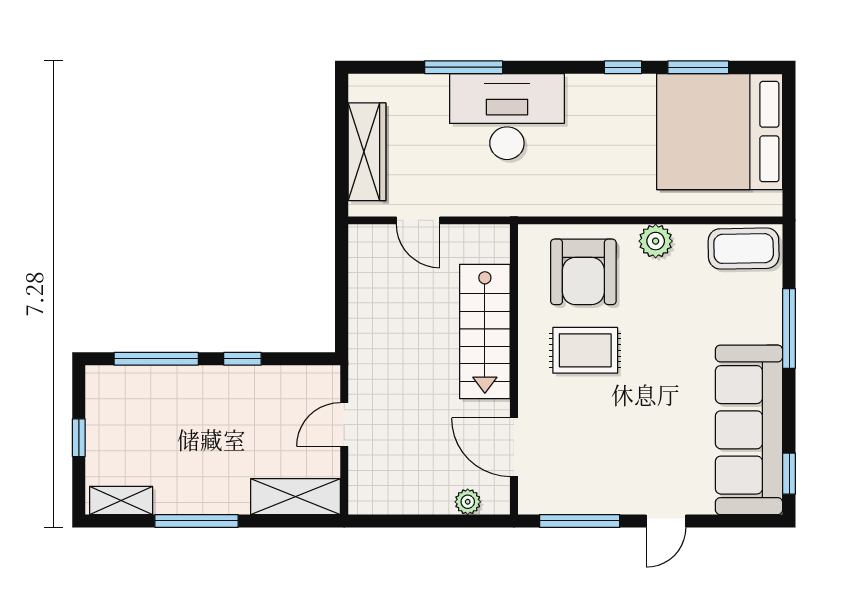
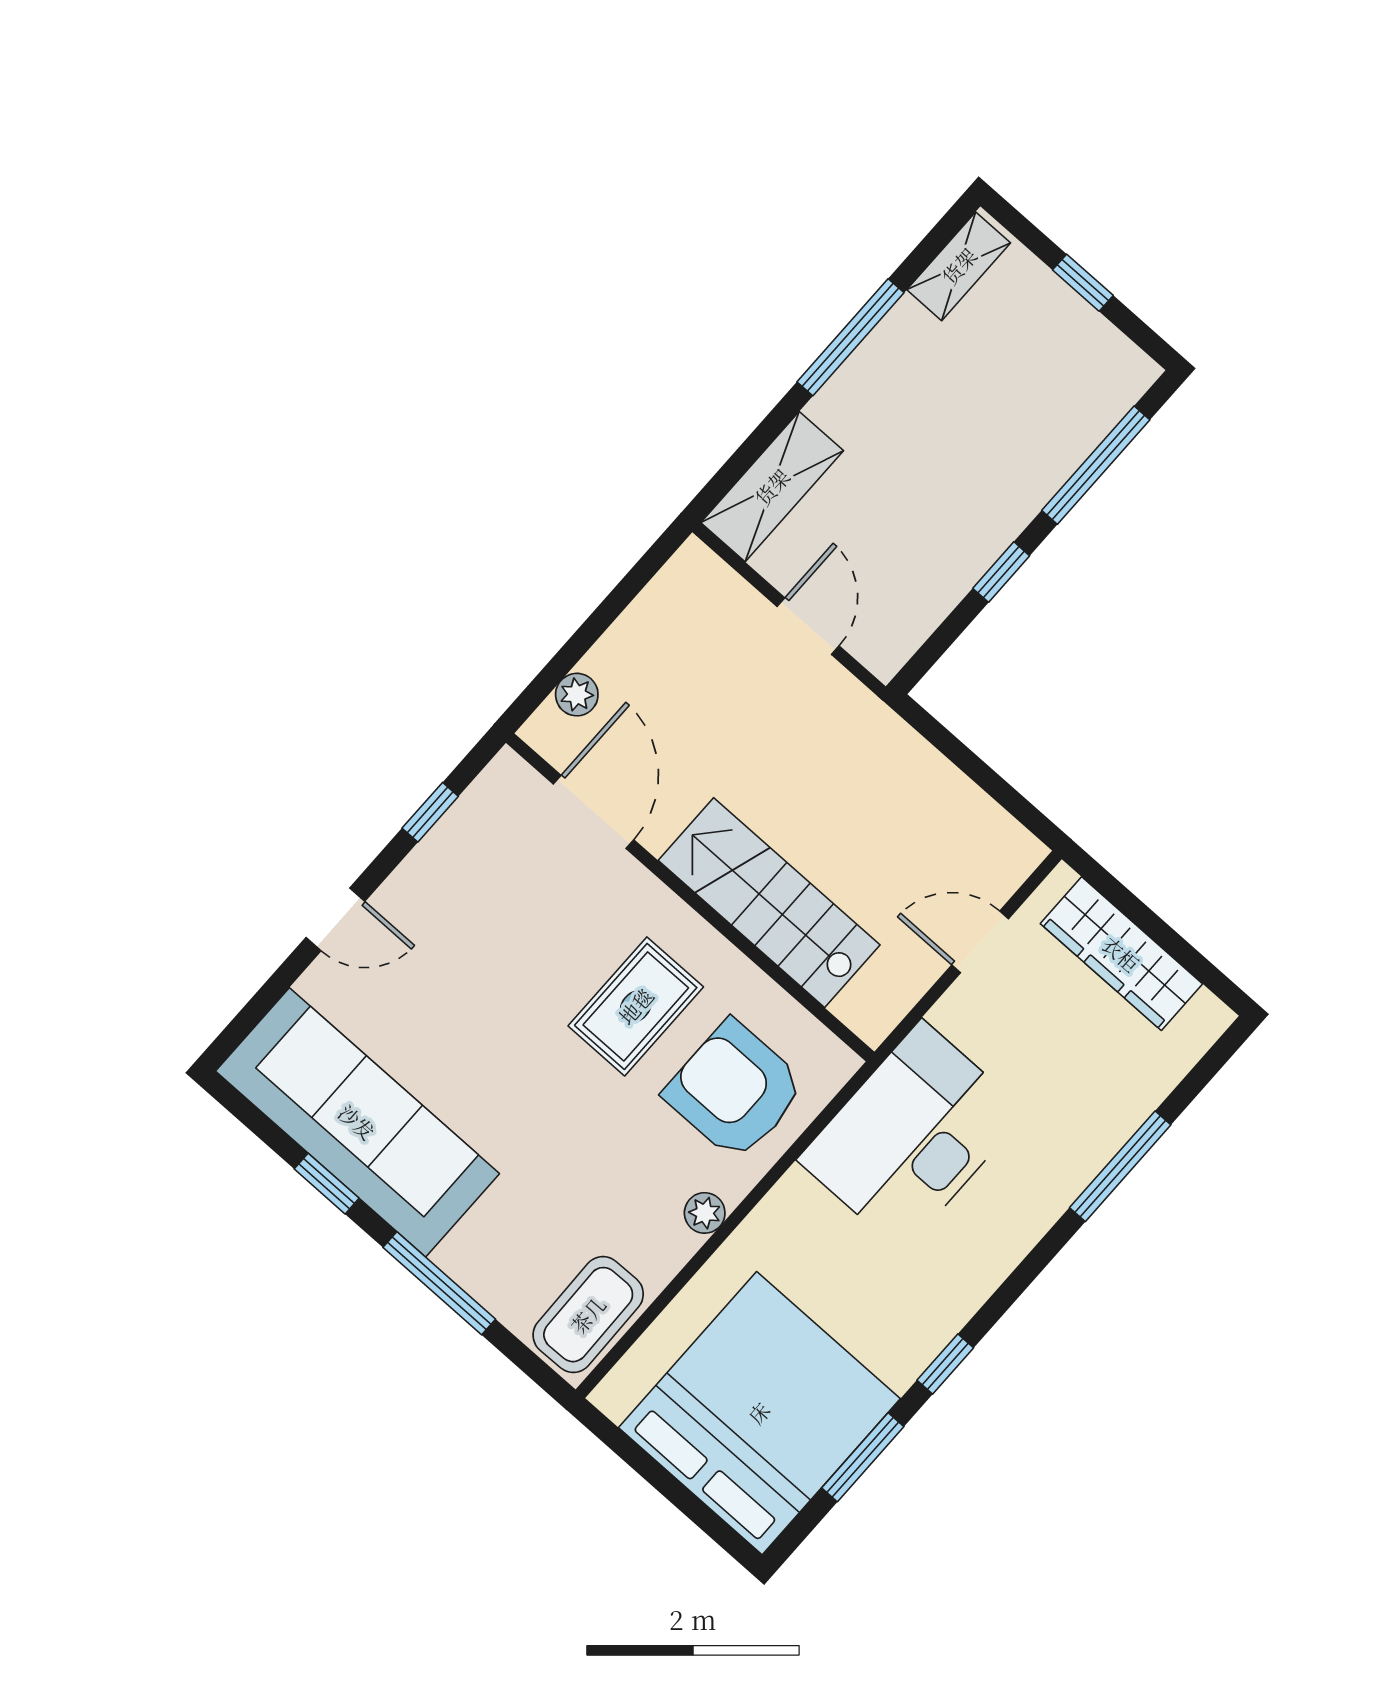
desk: (507, 117) -> (912, 1136), moved, turned 180
plant: (656, 241) -> (705, 1213), width x0.73, depth x0.73
door: (514, 447) -> (594, 812), hinge flipped
window: (789, 474) -> (327, 1184), moved
window: (580, 521) -> (430, 812), width x0.46
door: (666, 521) -> (335, 919), swing flipped

